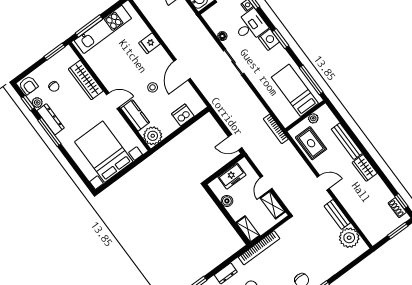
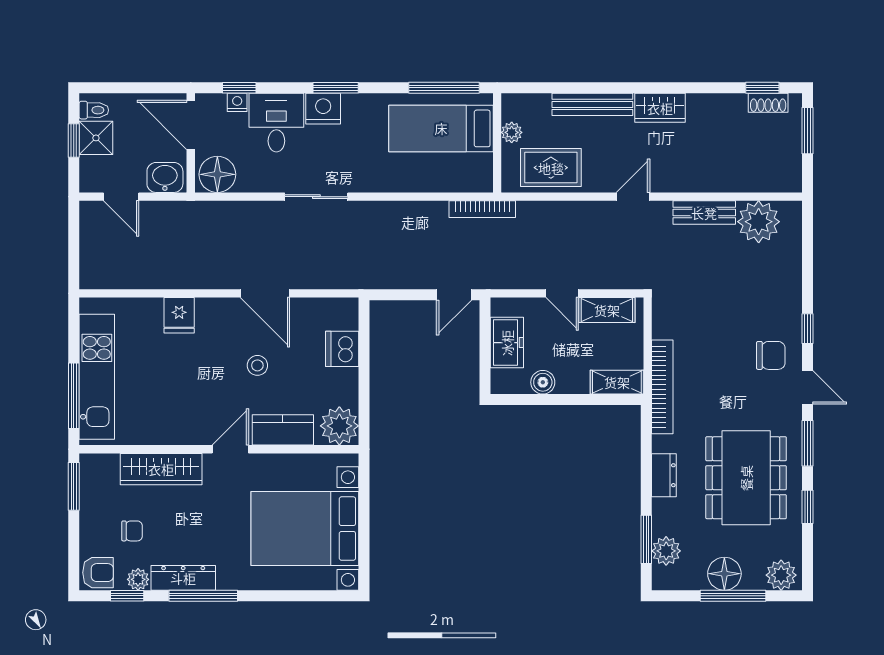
floor lamp: (222, 36) -> (217, 174), moved, width x1.89, depth x1.89

